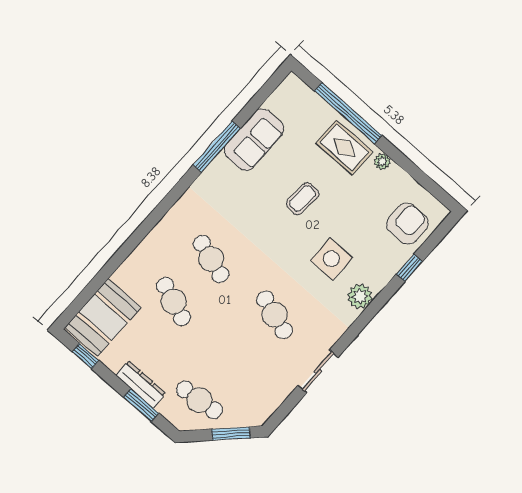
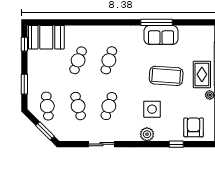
sofa: (254, 140) -> (161, 35), moved
coffee table: (303, 199) -> (166, 76), width x1.86, depth x1.72
armchair: (407, 224) -> (194, 127), turned -90
cafe table: (237, 357) -> (78, 106), added
dresser: (141, 384) -> (33, 77), removed

